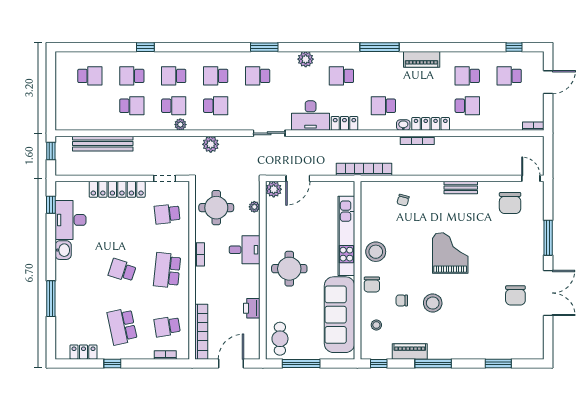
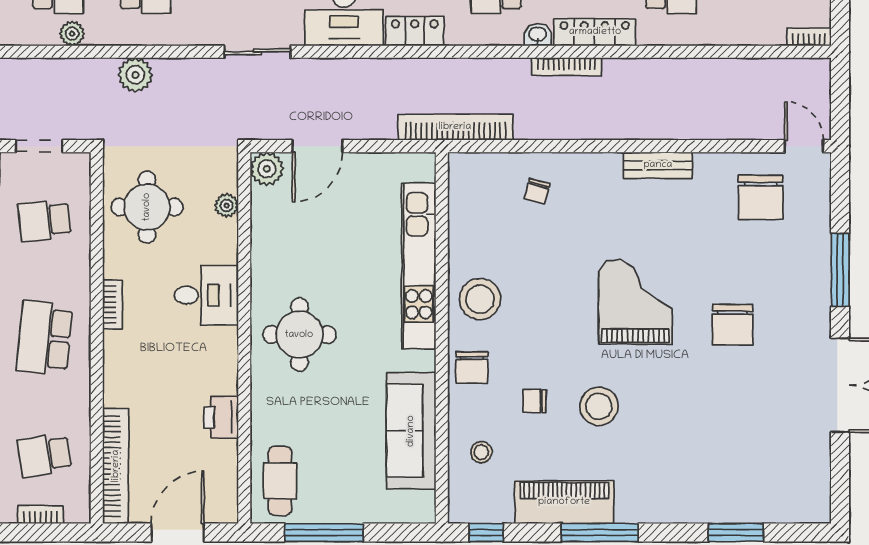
chair: (515, 295) -> (733, 325), moved
sofa: (340, 315) -> (411, 431), width x0.74, depth x0.79
piano: (410, 352) -> (564, 502), width x1.37, depth x1.33

